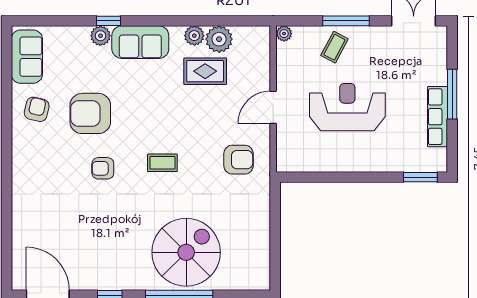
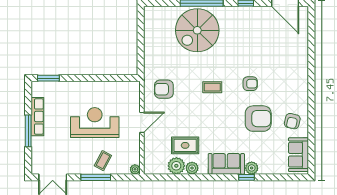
reception desk: (347, 107) -> (95, 123), turned 180

